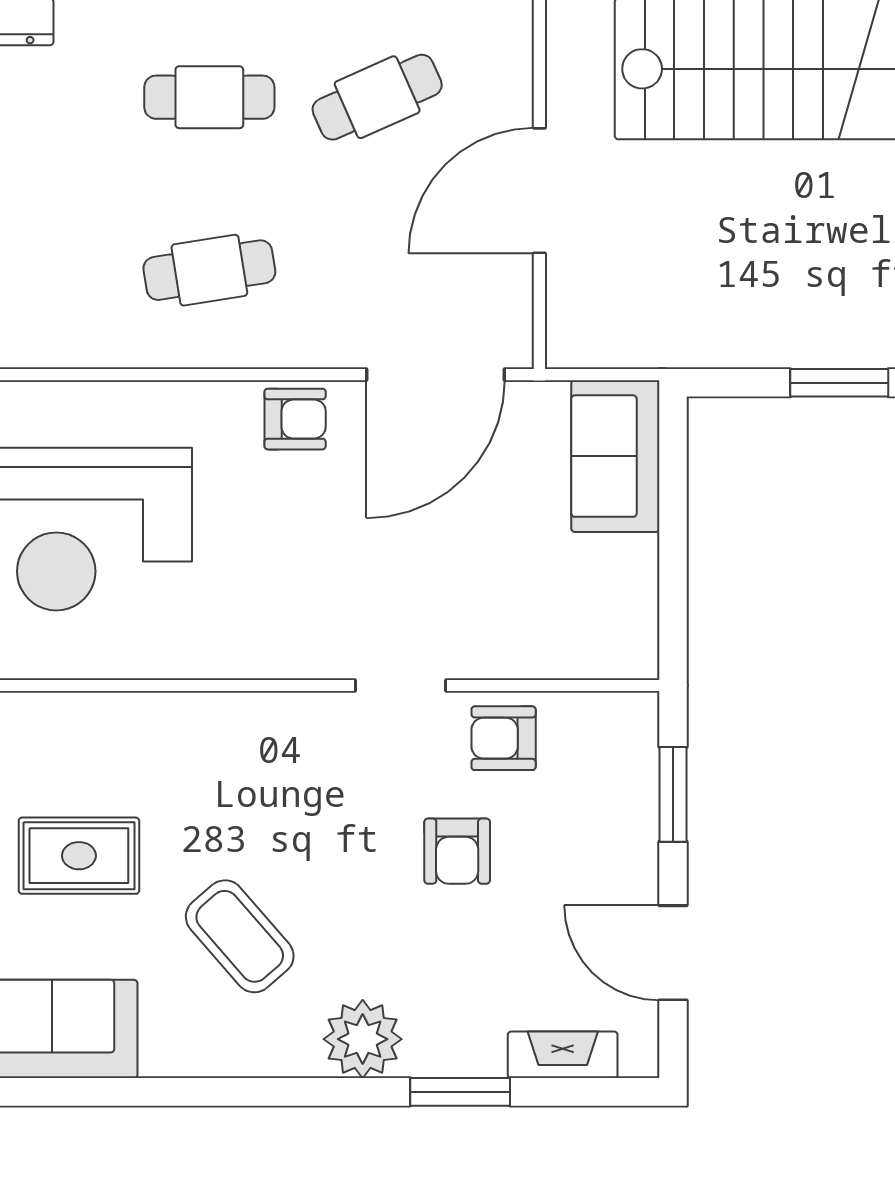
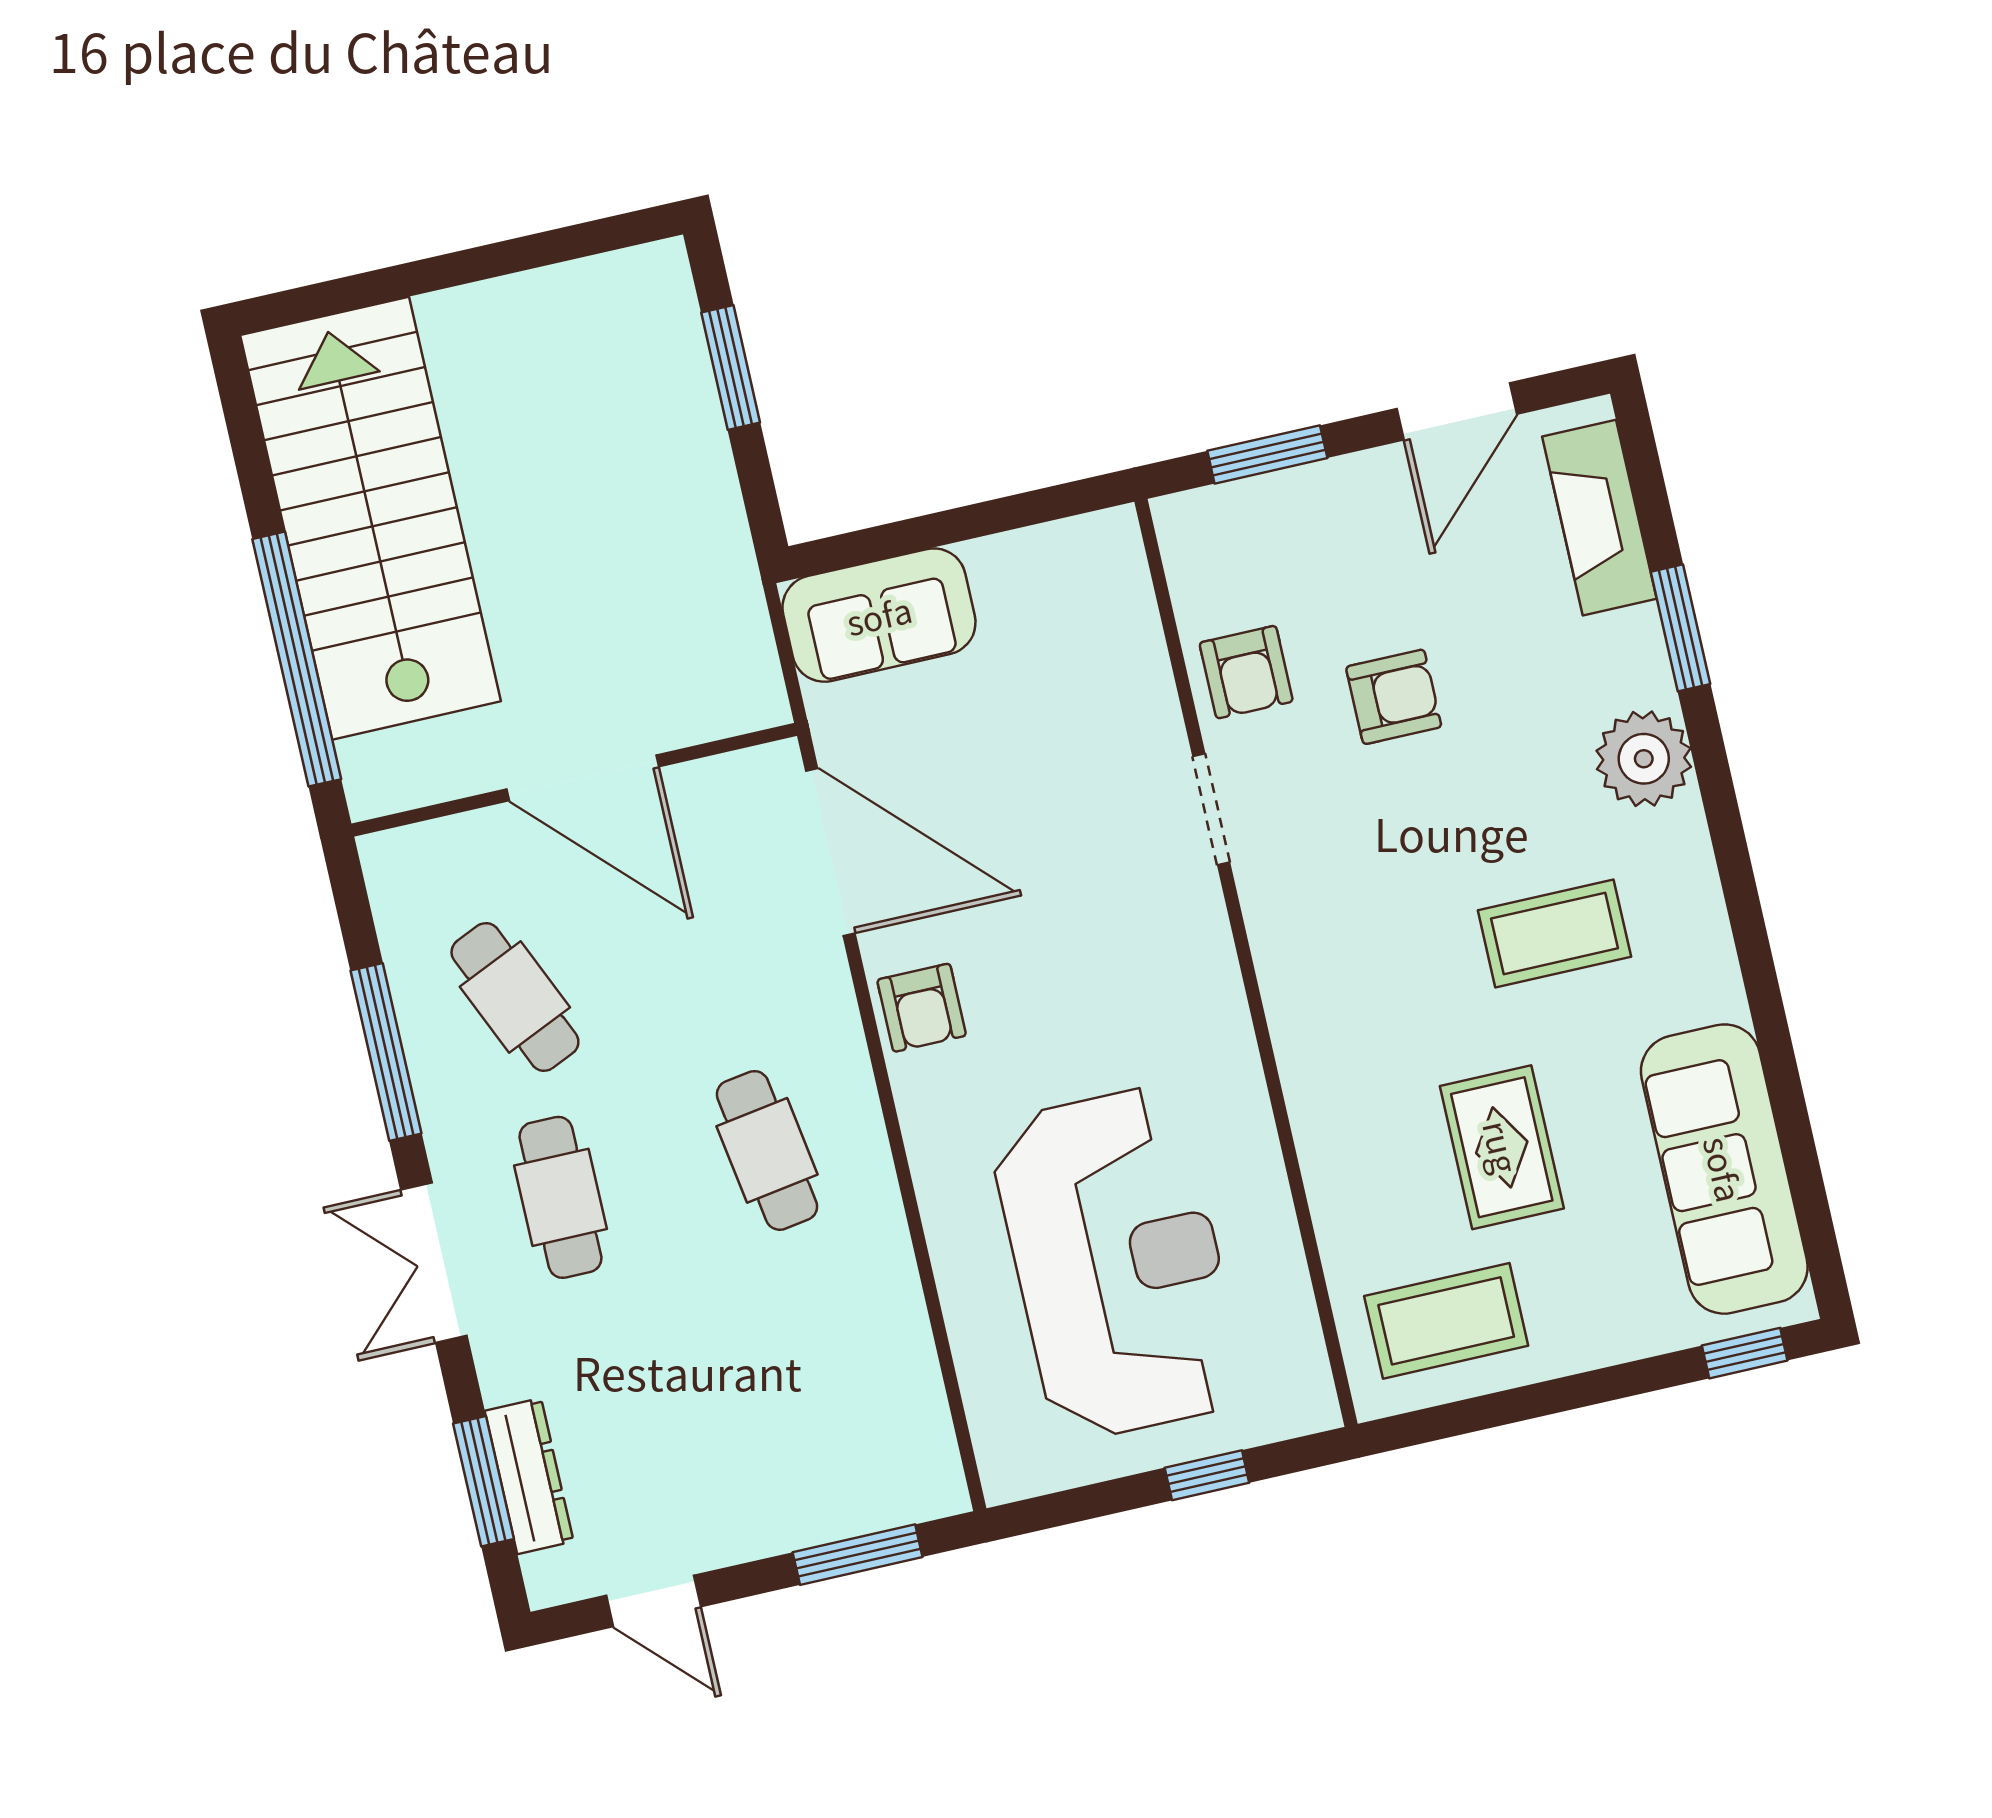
armchair: (295, 419) -> (922, 1008), turned 180
coffee table: (240, 936) -> (1554, 933), turned 41
fireplace: (563, 1055) -> (1599, 518), width x1.37, depth x1.32

